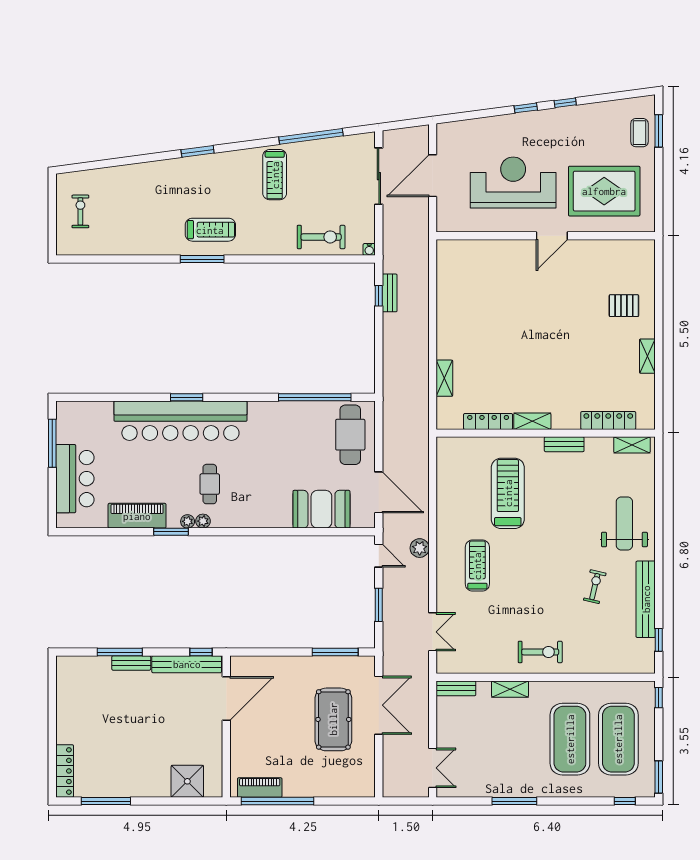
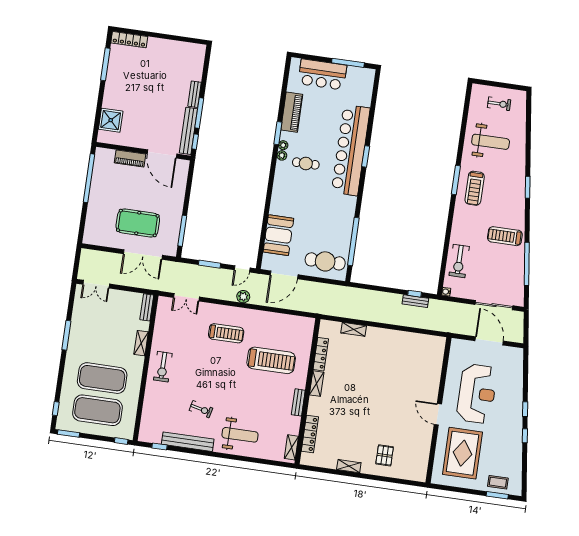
weight bench: (138, 216) -> (491, 142), added
window: (120, 652) -> (199, 113), moved
piano: (260, 788) -> (130, 158), moved, turned 90

